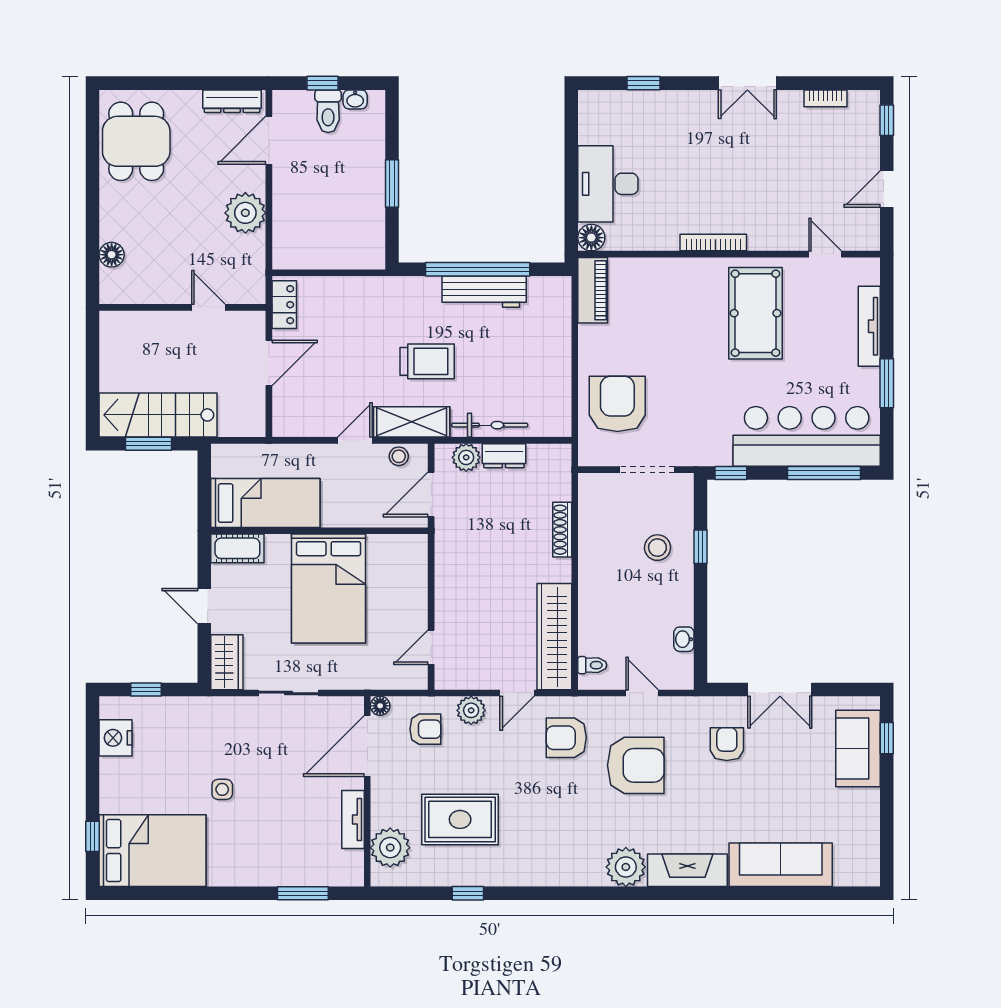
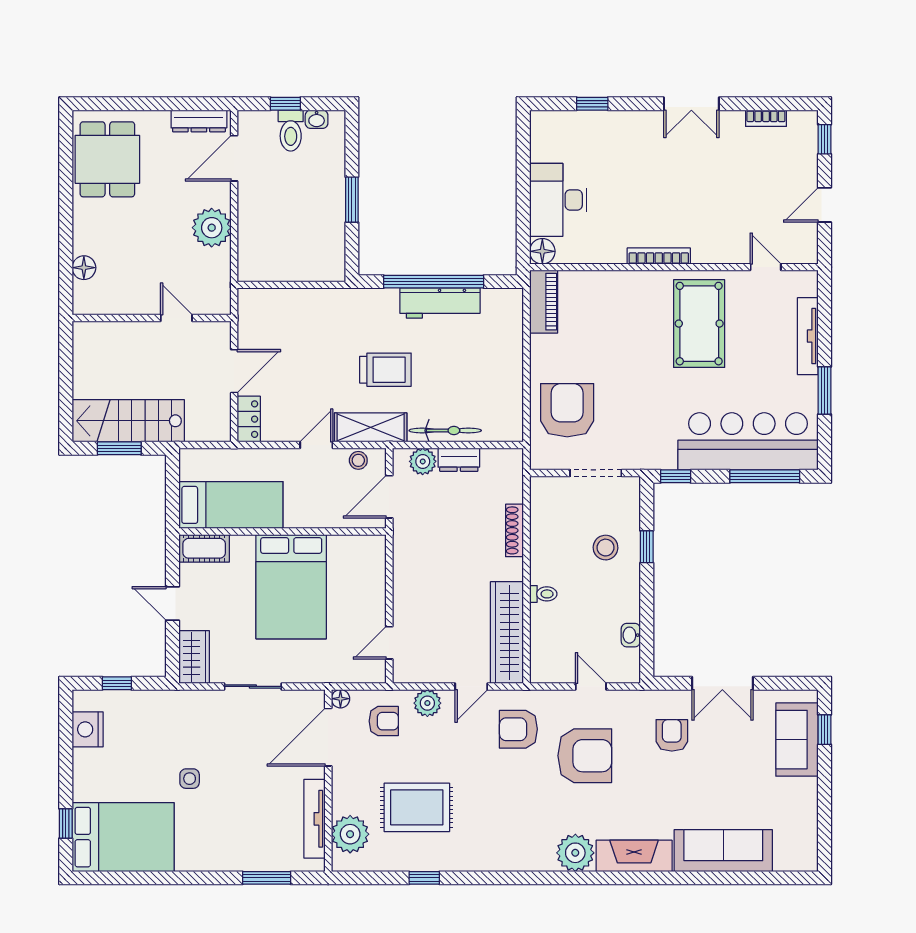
locker: (284, 305) -> (249, 419), moved
toilet: (592, 665) -> (543, 594), moved
tv unit: (353, 819) -> (315, 819), width x1.41

